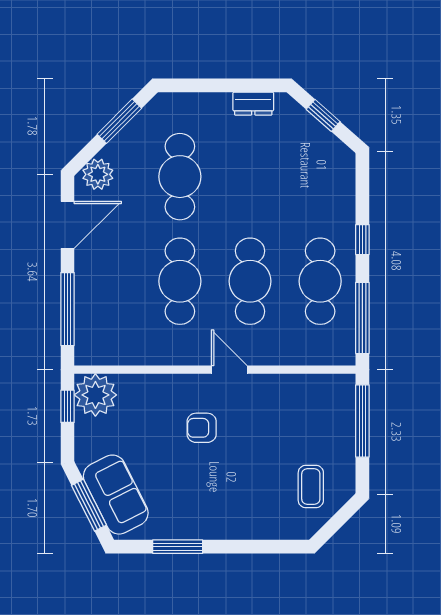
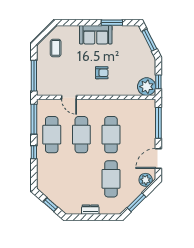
dresser: (253, 104) -> (90, 210), moved
door: (229, 370) -> (69, 97), moved
sofa: (116, 495) -> (96, 35), moved, turned -63

